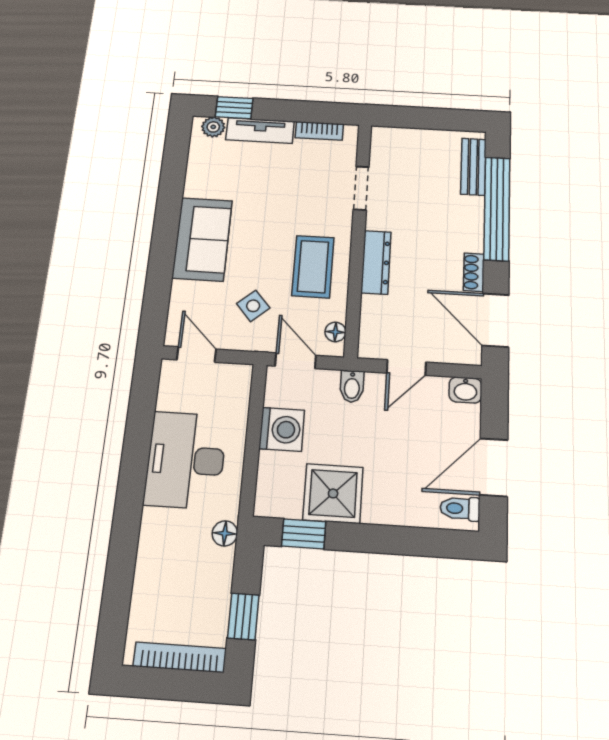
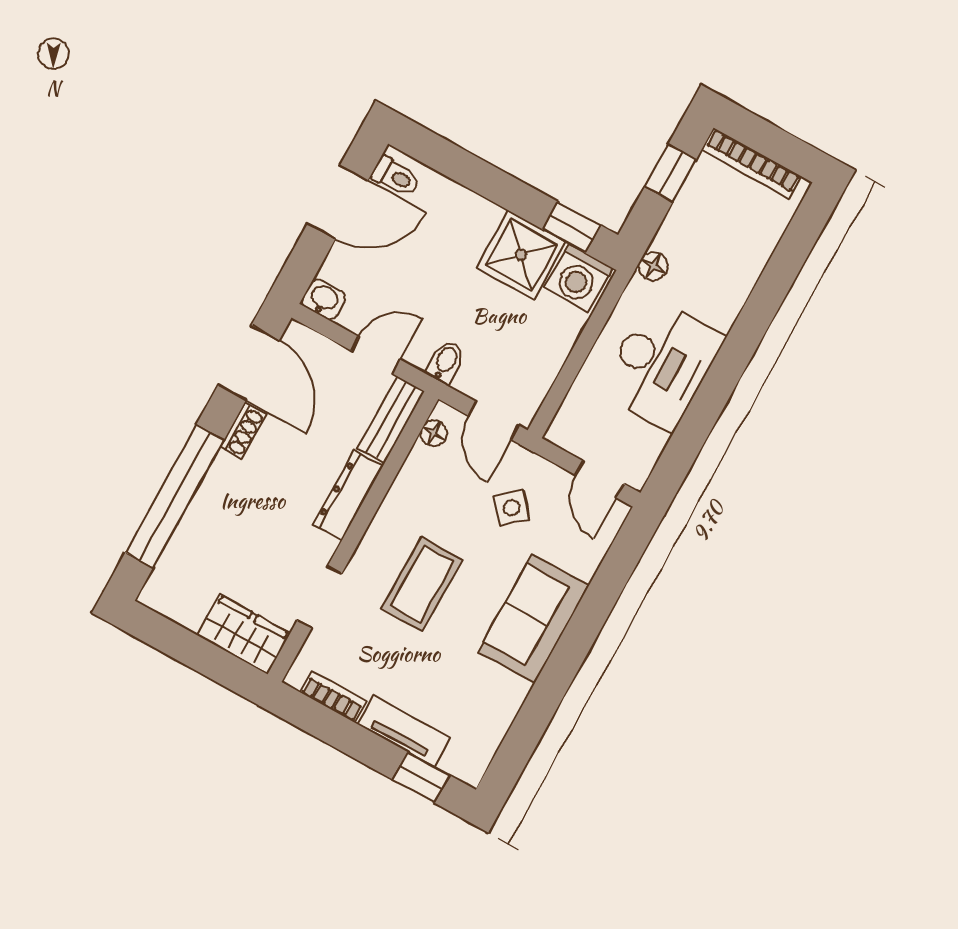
plant: (213, 127) -> (458, 762), removed
wardrobe: (401, 143) -> (244, 634), added
bench: (473, 167) -> (391, 420), moved
coffee table: (313, 267) -> (422, 584), moved
washing machine: (282, 429) -> (578, 278), moved, turned -90

